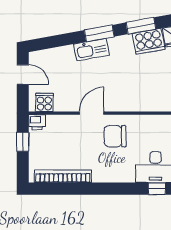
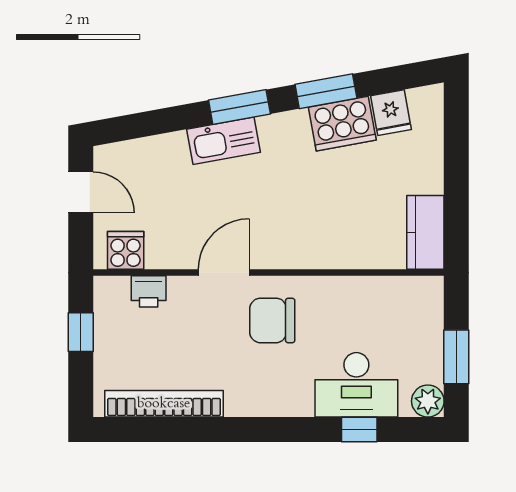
printer: (37, 122) -> (149, 291), moved

